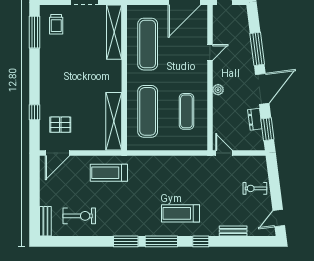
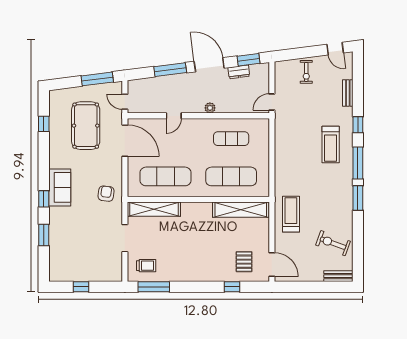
door: (210, 52) -> (174, 116), swing flipped
treadmill: (109, 173) -> (291, 214), turned 180
exercise bike: (79, 216) -> (333, 243), turned -70

